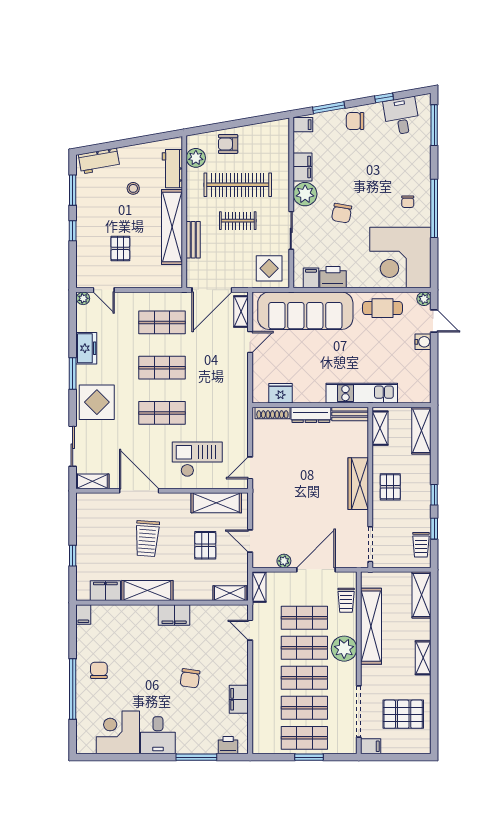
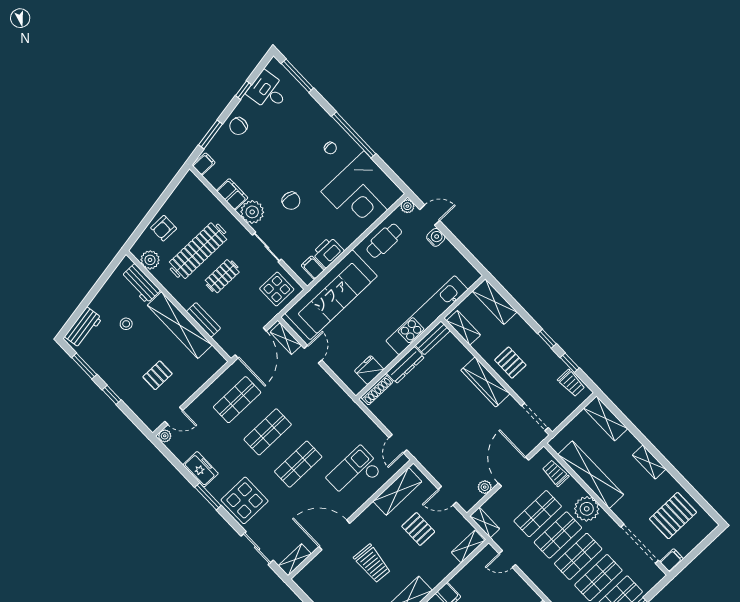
pallet: (120, 248) -> (158, 375), turned 90
kitchen unit: (362, 393) -> (427, 315), width x1.36
trolley: (346, 600) -> (555, 473), turned 180

